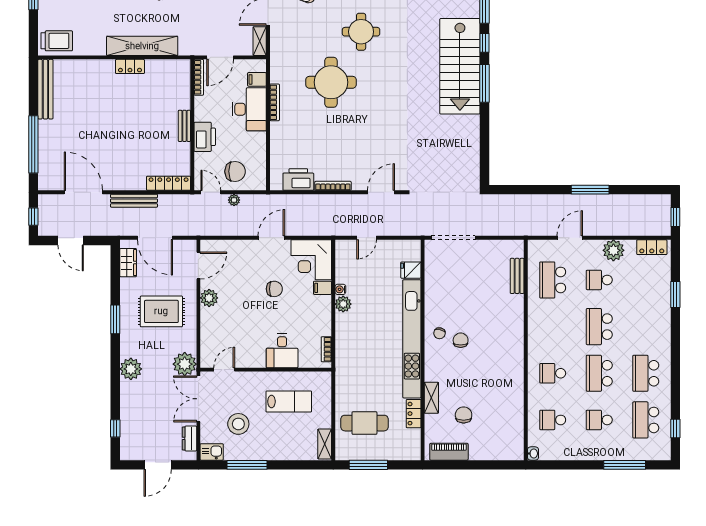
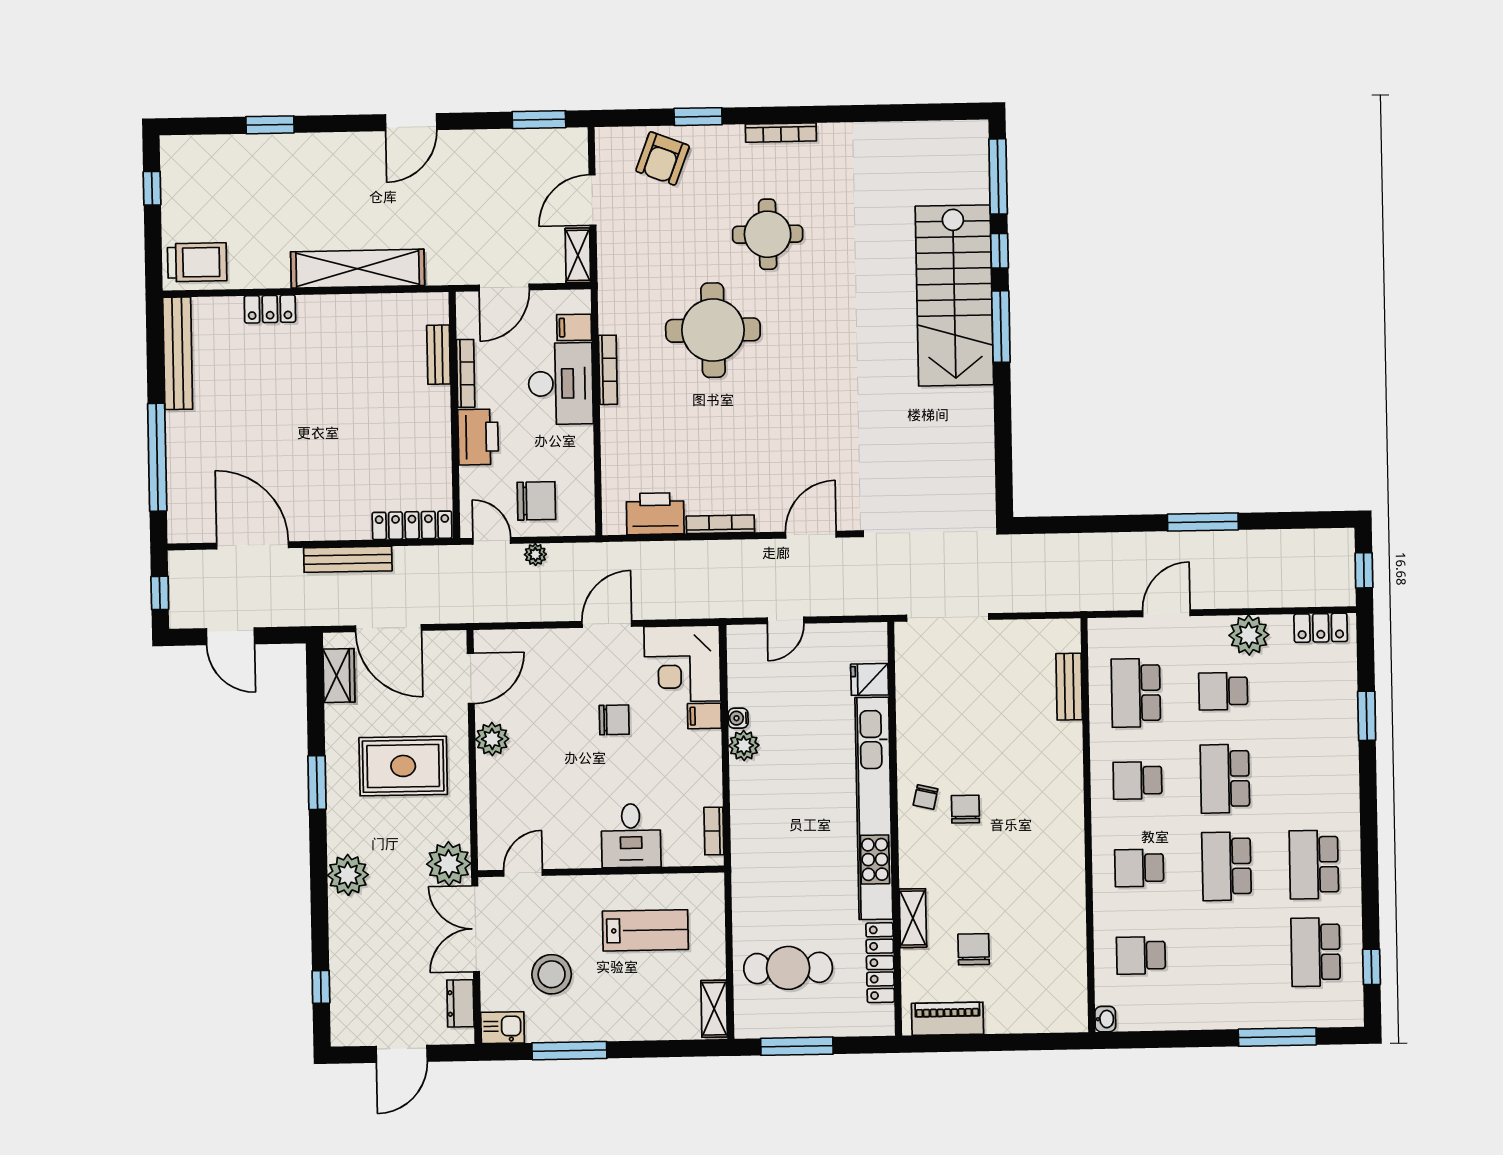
locker: (130, 66) -> (270, 309), moved
bookcase: (199, 77) -> (466, 373), moved
bench: (184, 126) -> (439, 355), moved
locker: (414, 414) -> (880, 963), width x1.53
school desk: (599, 420) -> (1138, 780), moved

